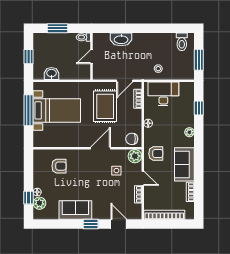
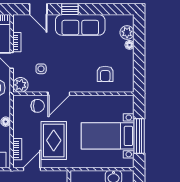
chair: (132, 139) -> (38, 106), moved
armchair: (59, 166) -> (105, 74), turned -90
window: (29, 198) -> (139, 39), removed
sofa: (75, 210) -> (80, 25), width x1.36

